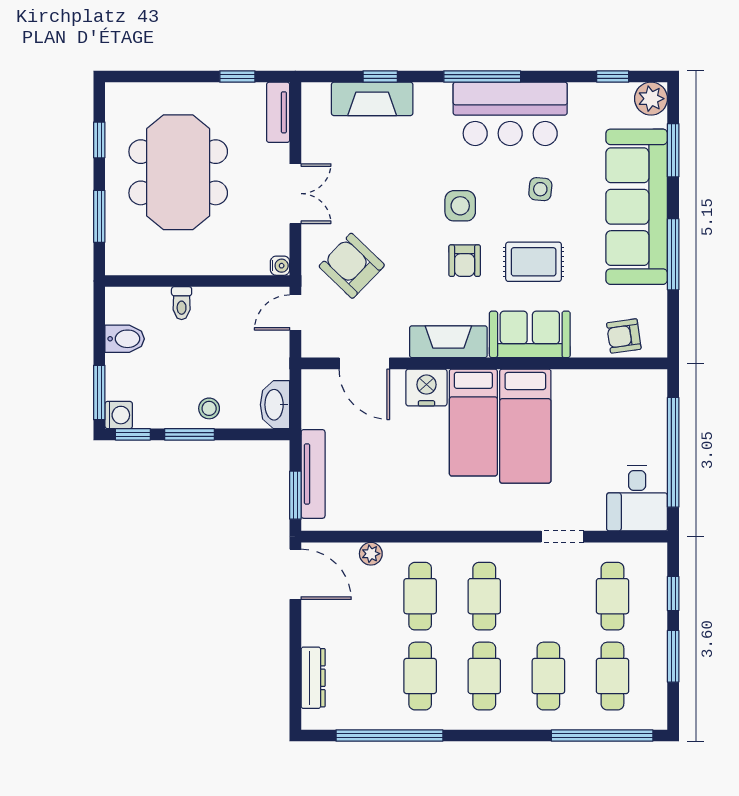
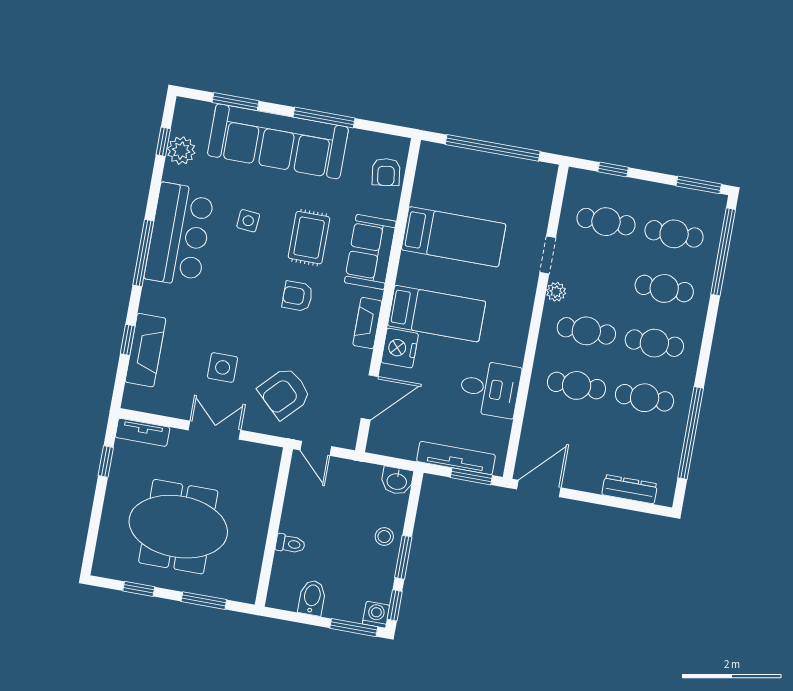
plant: (651, 99) -> (181, 151), moved
side table: (460, 206) -> (223, 367), moved
armchair: (465, 261) -> (297, 296), turned 180
water cooler: (280, 266) -> (273, 454), removed
fireplace: (448, 342) -> (367, 323), width x0.73, depth x0.76
washbasin: (275, 405) -> (397, 481), width x0.72
bed: (525, 426) -> (454, 237), moved
desk: (637, 498) -> (490, 389), moved
plant: (371, 554) -> (556, 292), moved
window: (673, 656) -> (699, 185), moved

